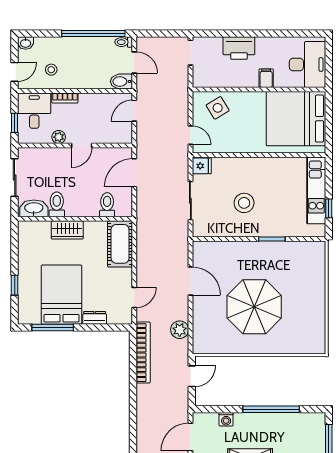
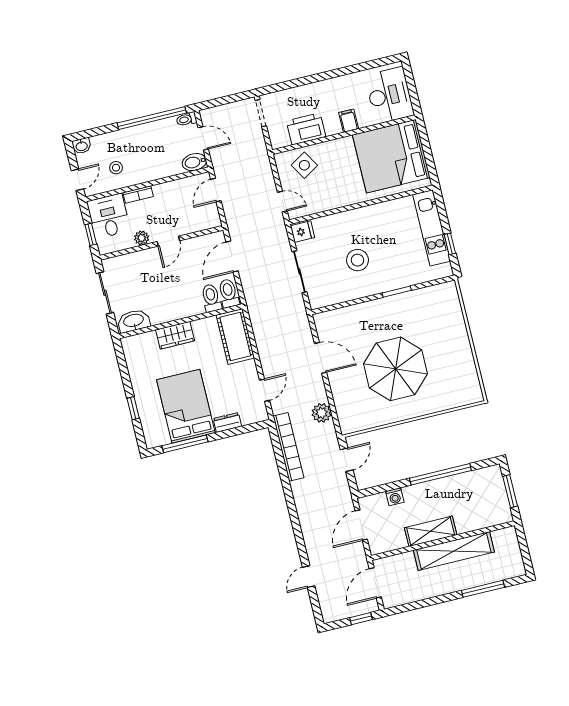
printer: (239, 48) -> (306, 129), moved, turned 180
toilet: (57, 204) -> (229, 293), moved

